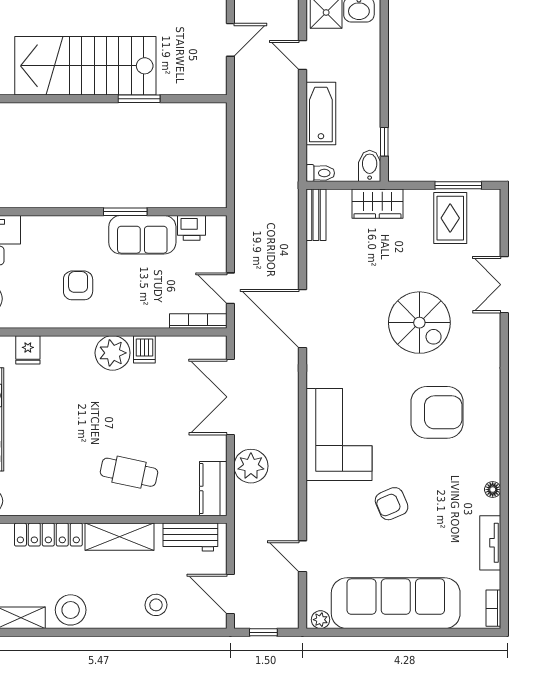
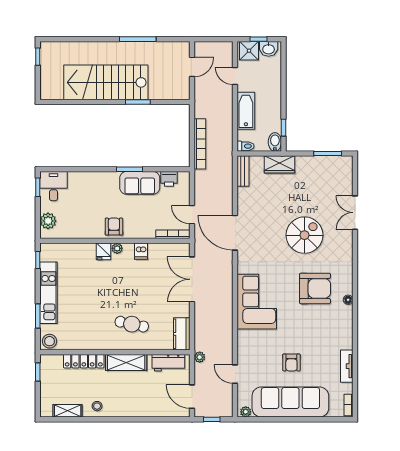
bookcase: (244, 169) -> (200, 144), added
rug: (450, 218) -> (323, 173), removed
armchair: (78, 285) -> (114, 227), moved
spiral stairs: (419, 323) -> (304, 235), turned -90
fridge: (28, 350) -> (103, 251), moved
plant: (113, 353) -> (117, 248), width x0.53, depth x0.53
plant: (251, 466) -> (200, 357), moved, width x0.53, depth x0.53
floor lamp: (493, 490) -> (348, 300), moved
armchair: (392, 504) -> (291, 362), moved, turned -67
stool: (156, 605) -> (148, 403), removed
stool: (71, 610) -> (97, 406), width x0.53, depth x0.53

